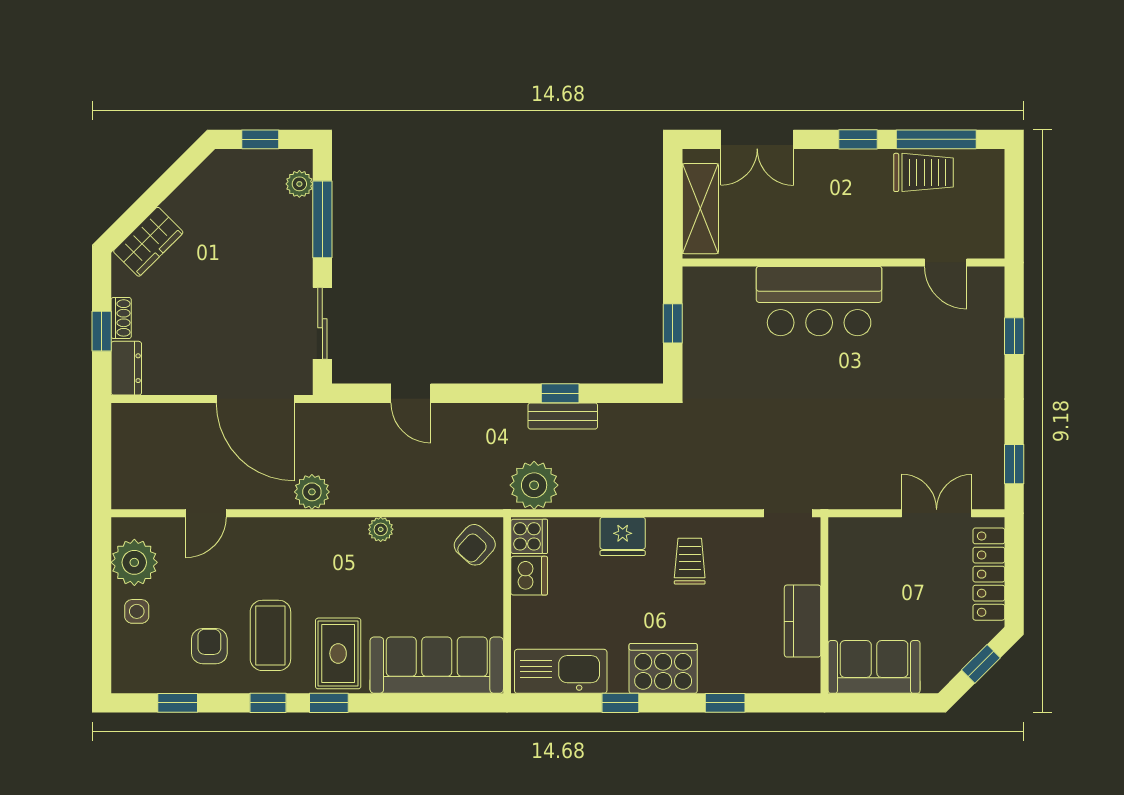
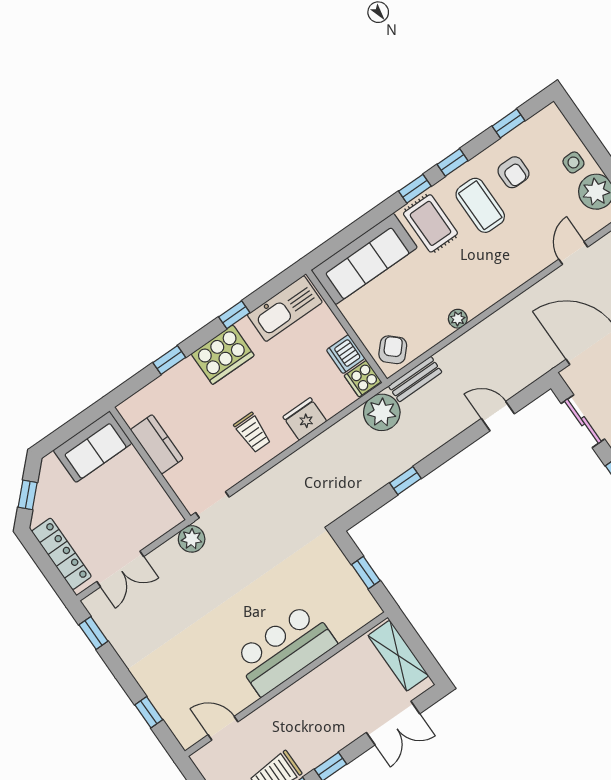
double door: (757, 139) -> (393, 723), swing flipped
bench: (563, 416) -> (415, 379), moved
plant: (312, 492) -> (192, 539), moved

